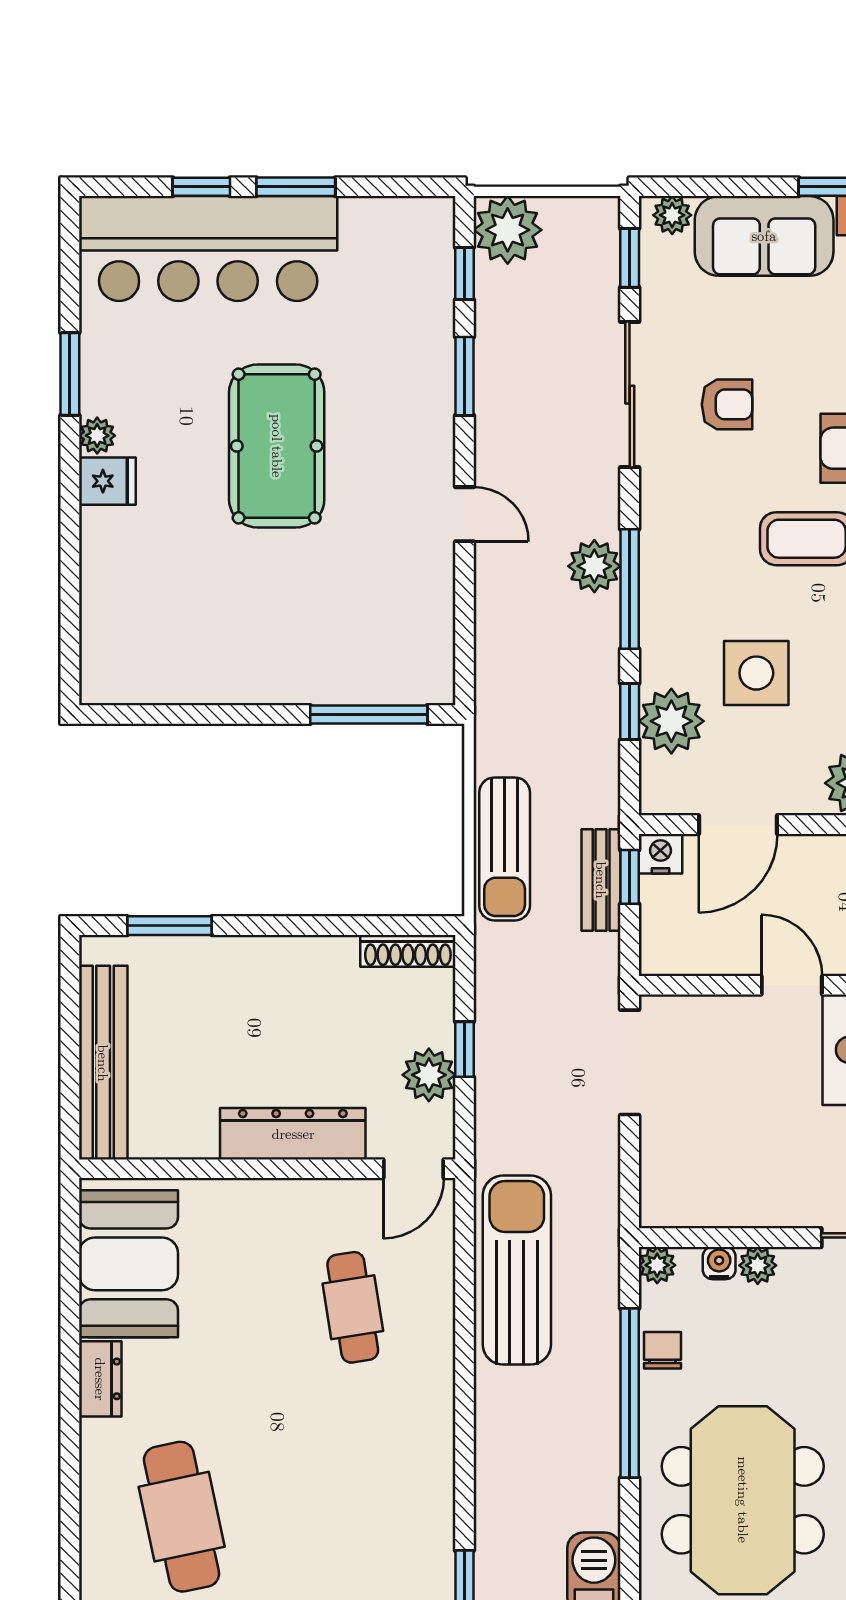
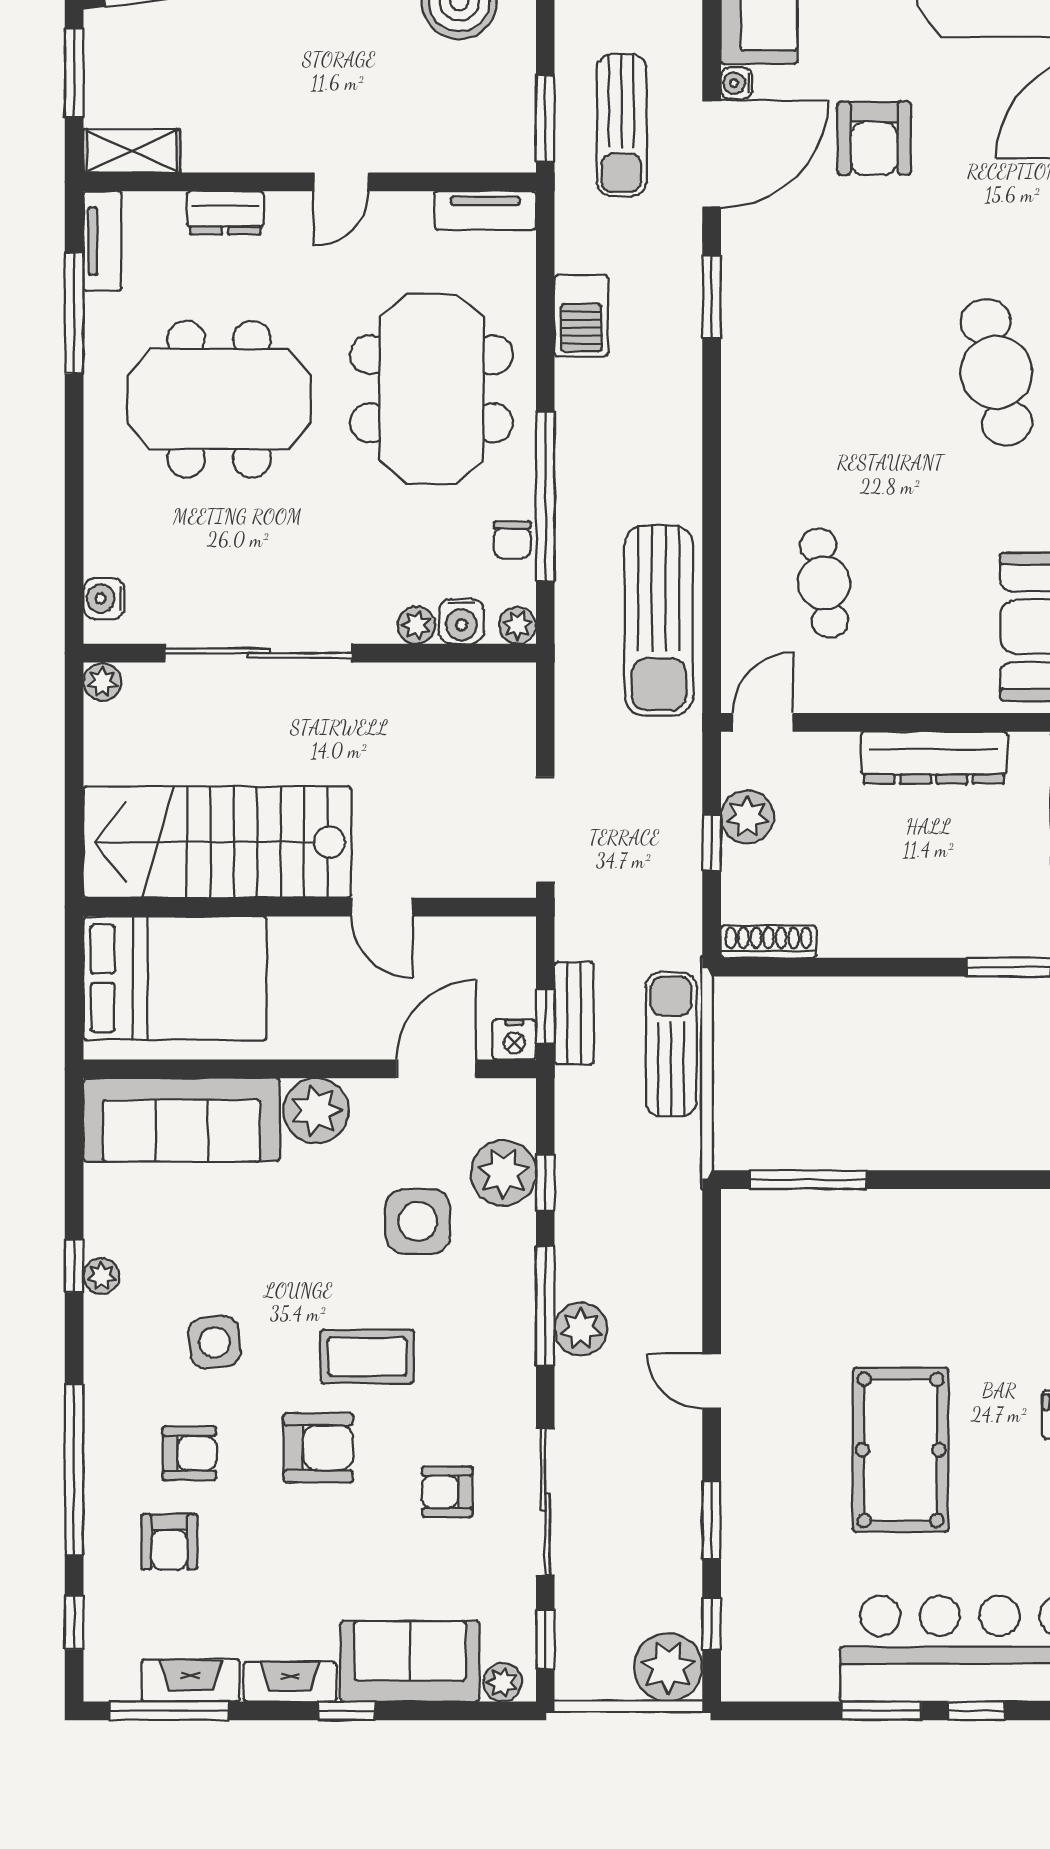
dresser: (293, 1134) -> (934, 758), moved
water cooler: (719, 1263) -> (461, 621), width x1.38, depth x1.38

